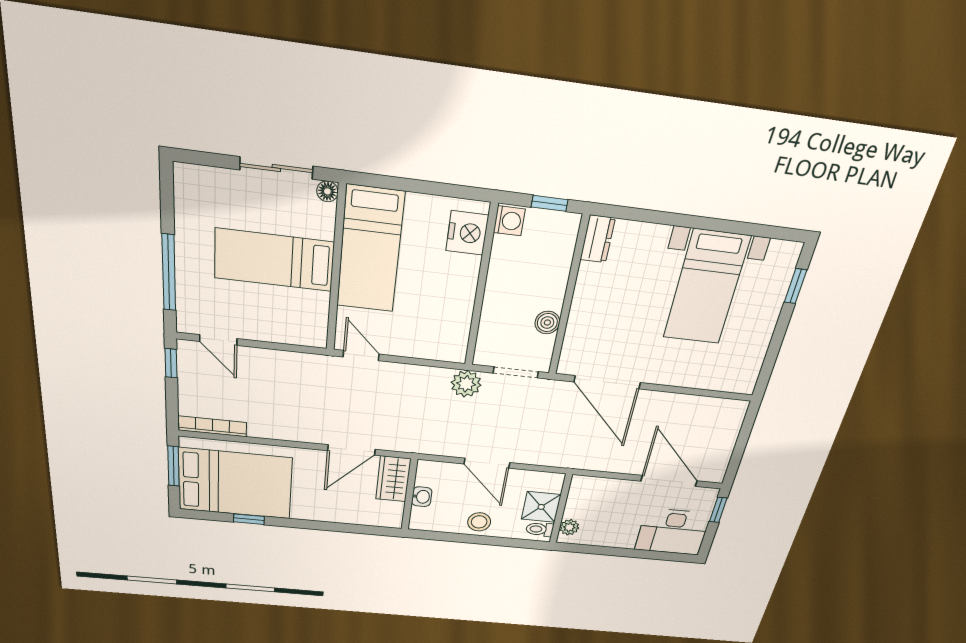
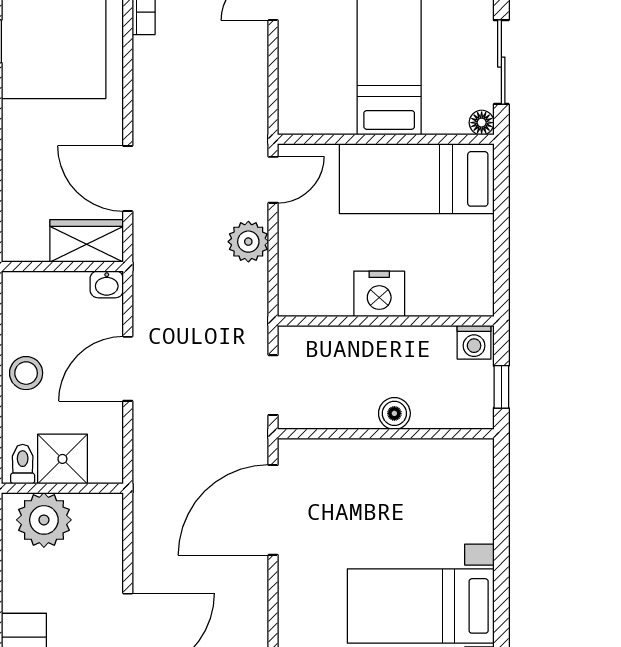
nightstand: (467, 233) -> (379, 294), moved
dresser: (598, 239) -> (465, 454), removed
boiler: (547, 323) -> (394, 413), moved
plant: (466, 384) -> (248, 242), moved
washbasin: (422, 497) -> (107, 284), moved
plant: (569, 527) -> (44, 520), width x1.88, depth x1.88

